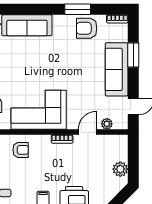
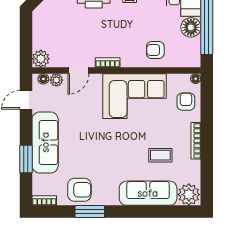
coffee table: (16, 58) -> (160, 155), added
floor lamp: (118, 125) -> (43, 79), added
plant: (120, 169) -> (41, 59), moved

